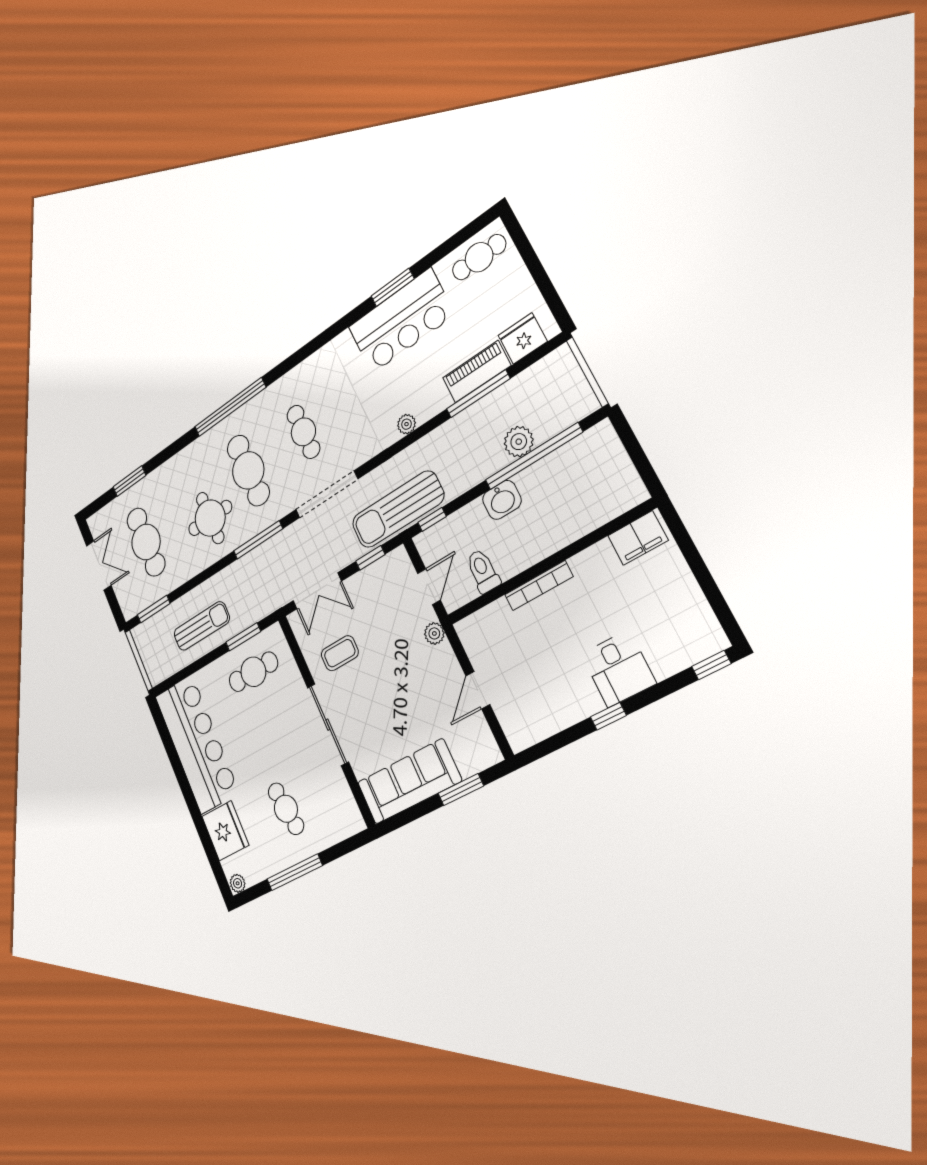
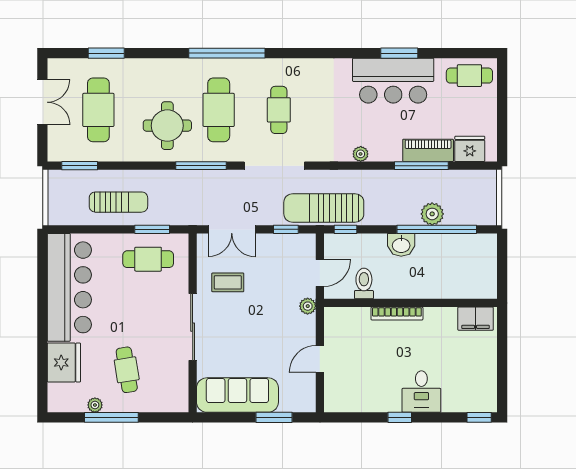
plant: (238, 883) -> (95, 405), moved

